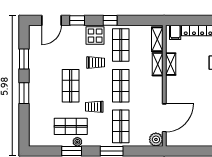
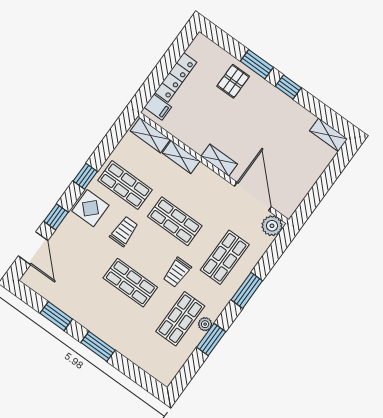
shelving: (171, 64) -> (219, 160), moved
shop shelf: (121, 126) -> (225, 257), turned 90

